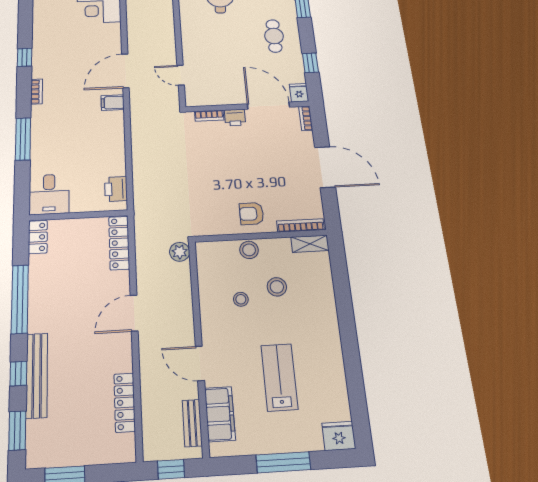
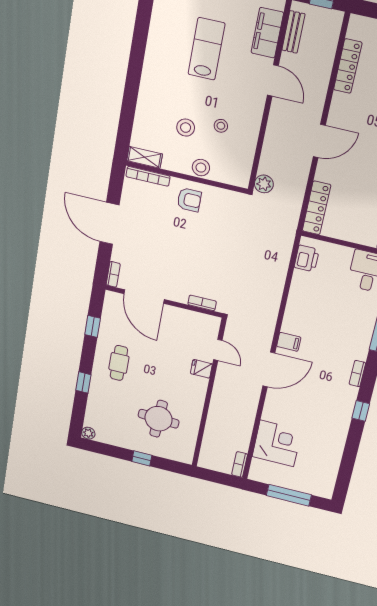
fridge: (299, 93) -> (201, 369), moved, turned 90
printer: (235, 118) -> (179, 294), removed
lab bench: (279, 377) -> (206, 49), turned 180

